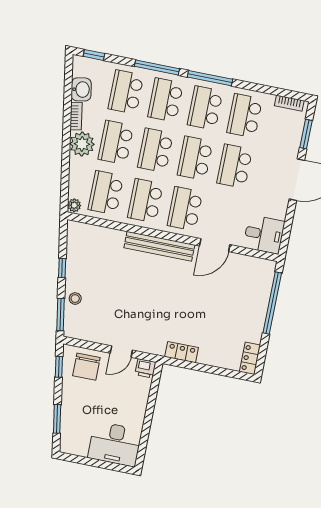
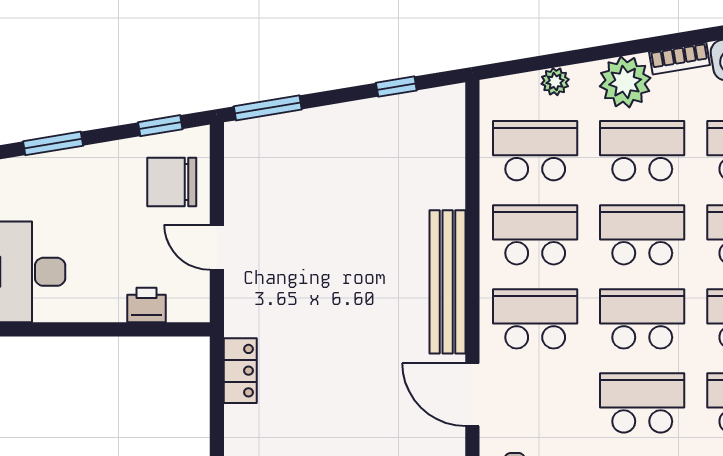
plant: (74, 205) -> (555, 82), moved
window: (62, 268) -> (396, 87), moved
stool: (75, 299) -> (306, 131), removed
printer: (145, 368) -> (147, 305), moved, turned 90

